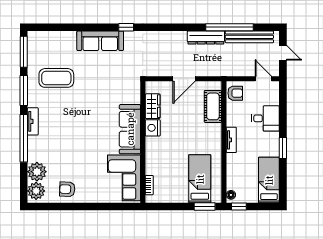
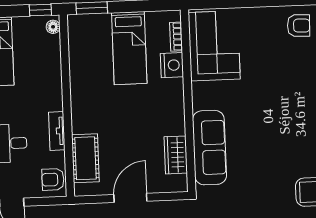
nightstand: (153, 128) -> (172, 65), moved
sofa: (130, 129) -> (209, 148), moved
tv unit: (231, 140) -> (57, 131), moved
bed: (200, 179) -> (129, 48), moved

